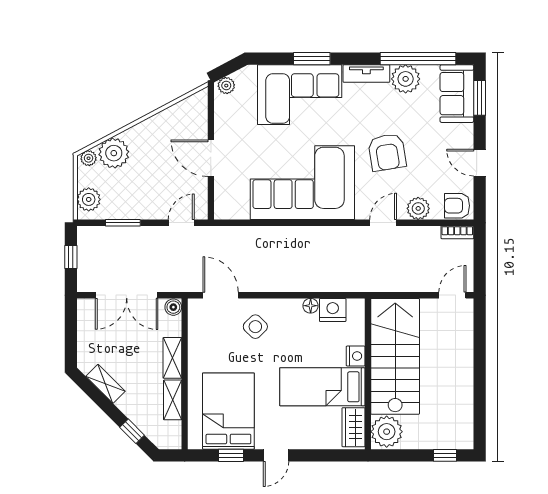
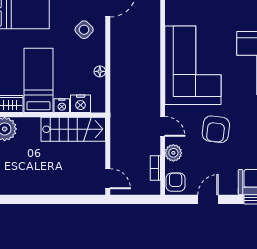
armchair: (387, 152) -> (216, 129), turned -74
bookcase: (457, 232) -> (155, 168), moved
nightstand: (333, 310) -> (81, 104), moved, turned 90
stairs: (395, 356) -> (73, 129), width x0.73, depth x0.66

